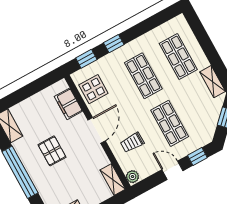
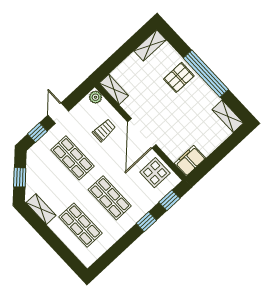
filing cabinet: (68, 104) -> (190, 161), moved, turned -90
door: (97, 130) -> (142, 133), width x1.36
pallet: (52, 151) -> (179, 77), moved, turned 90
door: (172, 170) -> (58, 113), swing flipped

